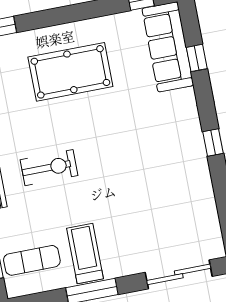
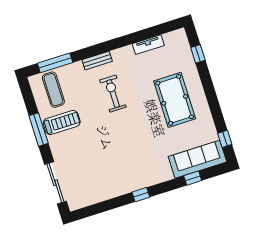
exercise bike: (49, 168) -> (113, 94), turned 180

